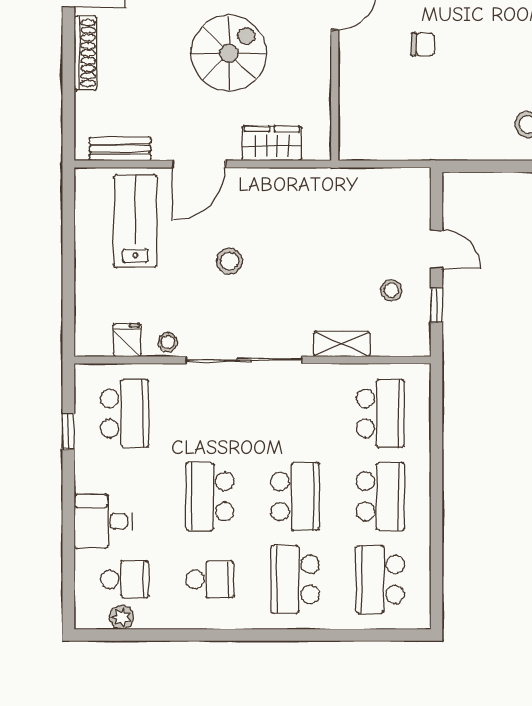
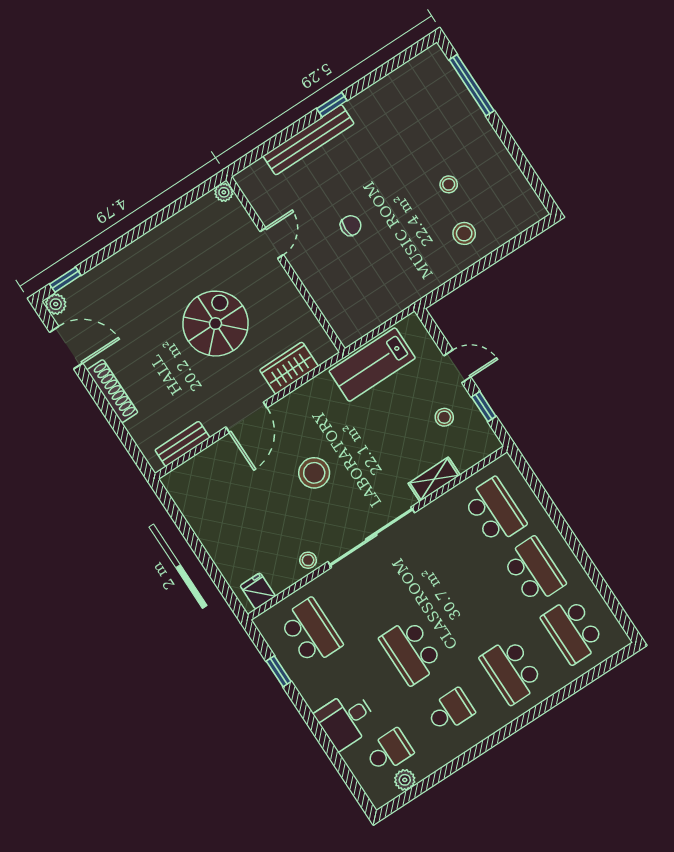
lab bench: (135, 221) -> (372, 365), moved, turned -90
stool: (230, 261) -> (314, 473), width x1.38, depth x1.38
fridge: (127, 340) -> (258, 591), moved
school desk: (295, 496) -> (472, 611), removed

